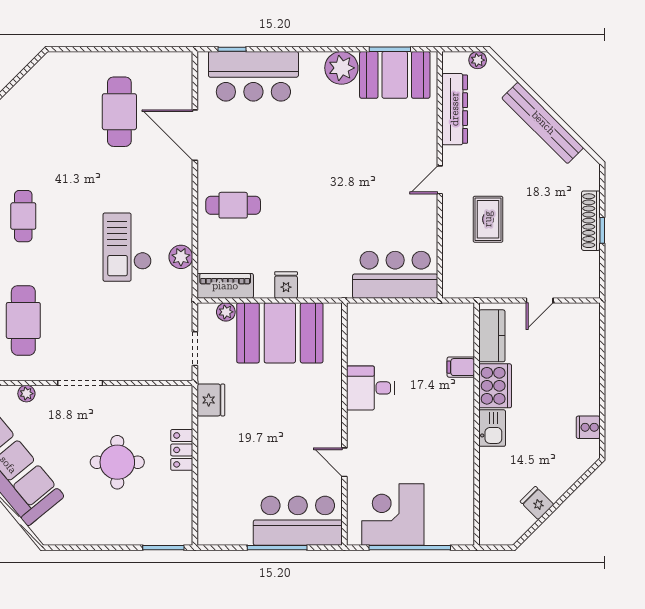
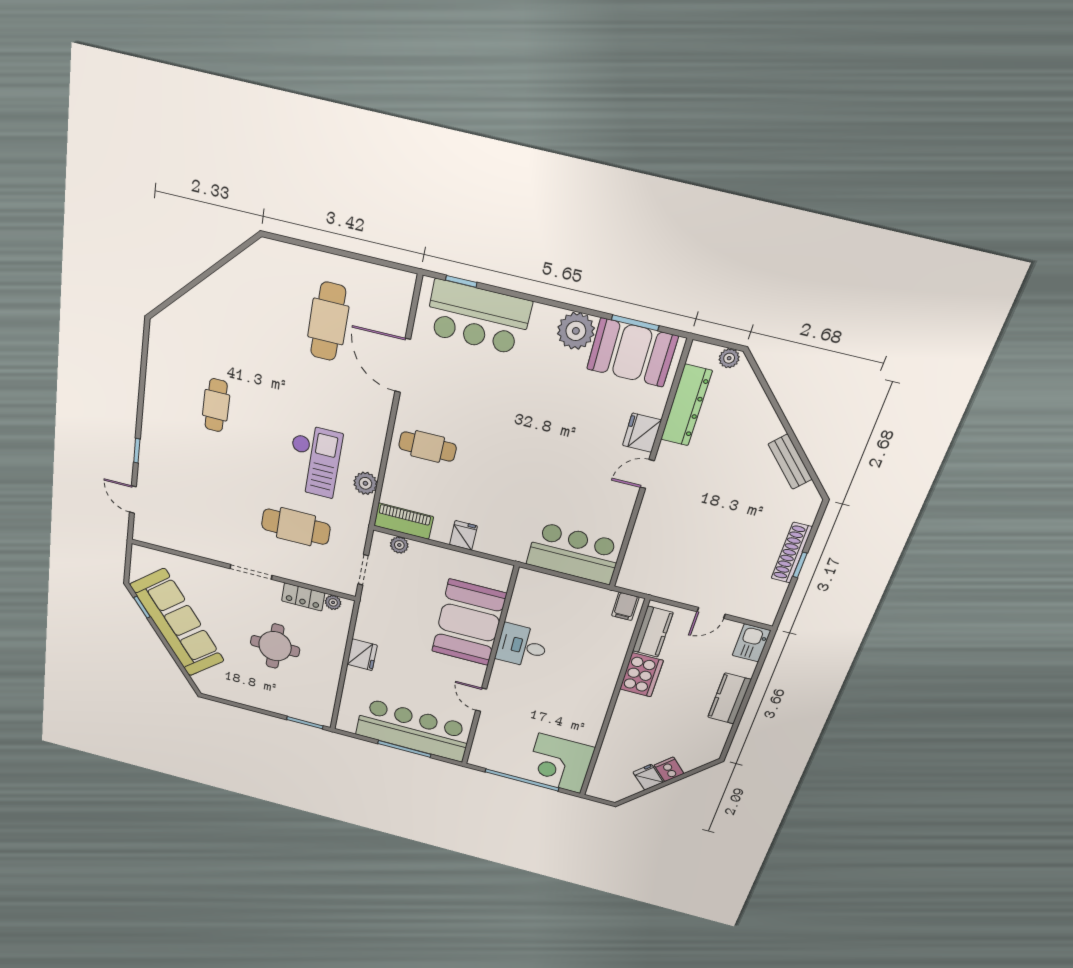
bench: (543, 123) -> (790, 462), width x0.54, depth x0.82
fridge: (424, 143) -> (642, 433), added
rug: (488, 219) -> (685, 525), removed
checkout: (127, 247) -> (314, 461), turned 180
cafe table: (23, 320) -> (296, 527), moved, turned 90
booth: (280, 333) -> (469, 623), moved, turned 90
filing cabinet: (461, 367) -> (625, 606), moved, turned -90
kitchen counter: (587, 387) -> (729, 698), added
plant: (26, 394) -> (333, 602), moved
fridge: (211, 400) -> (362, 655), moved
cooker: (588, 427) -> (669, 769), moved, turned 45
kitchen sink: (492, 428) -> (751, 643), moved, turned 180
locker: (182, 450) -> (303, 597), moved, turned -90
corner desk: (393, 515) -> (560, 763), moved, turned -90
bar counter: (298, 521) -> (413, 730), width x1.36

